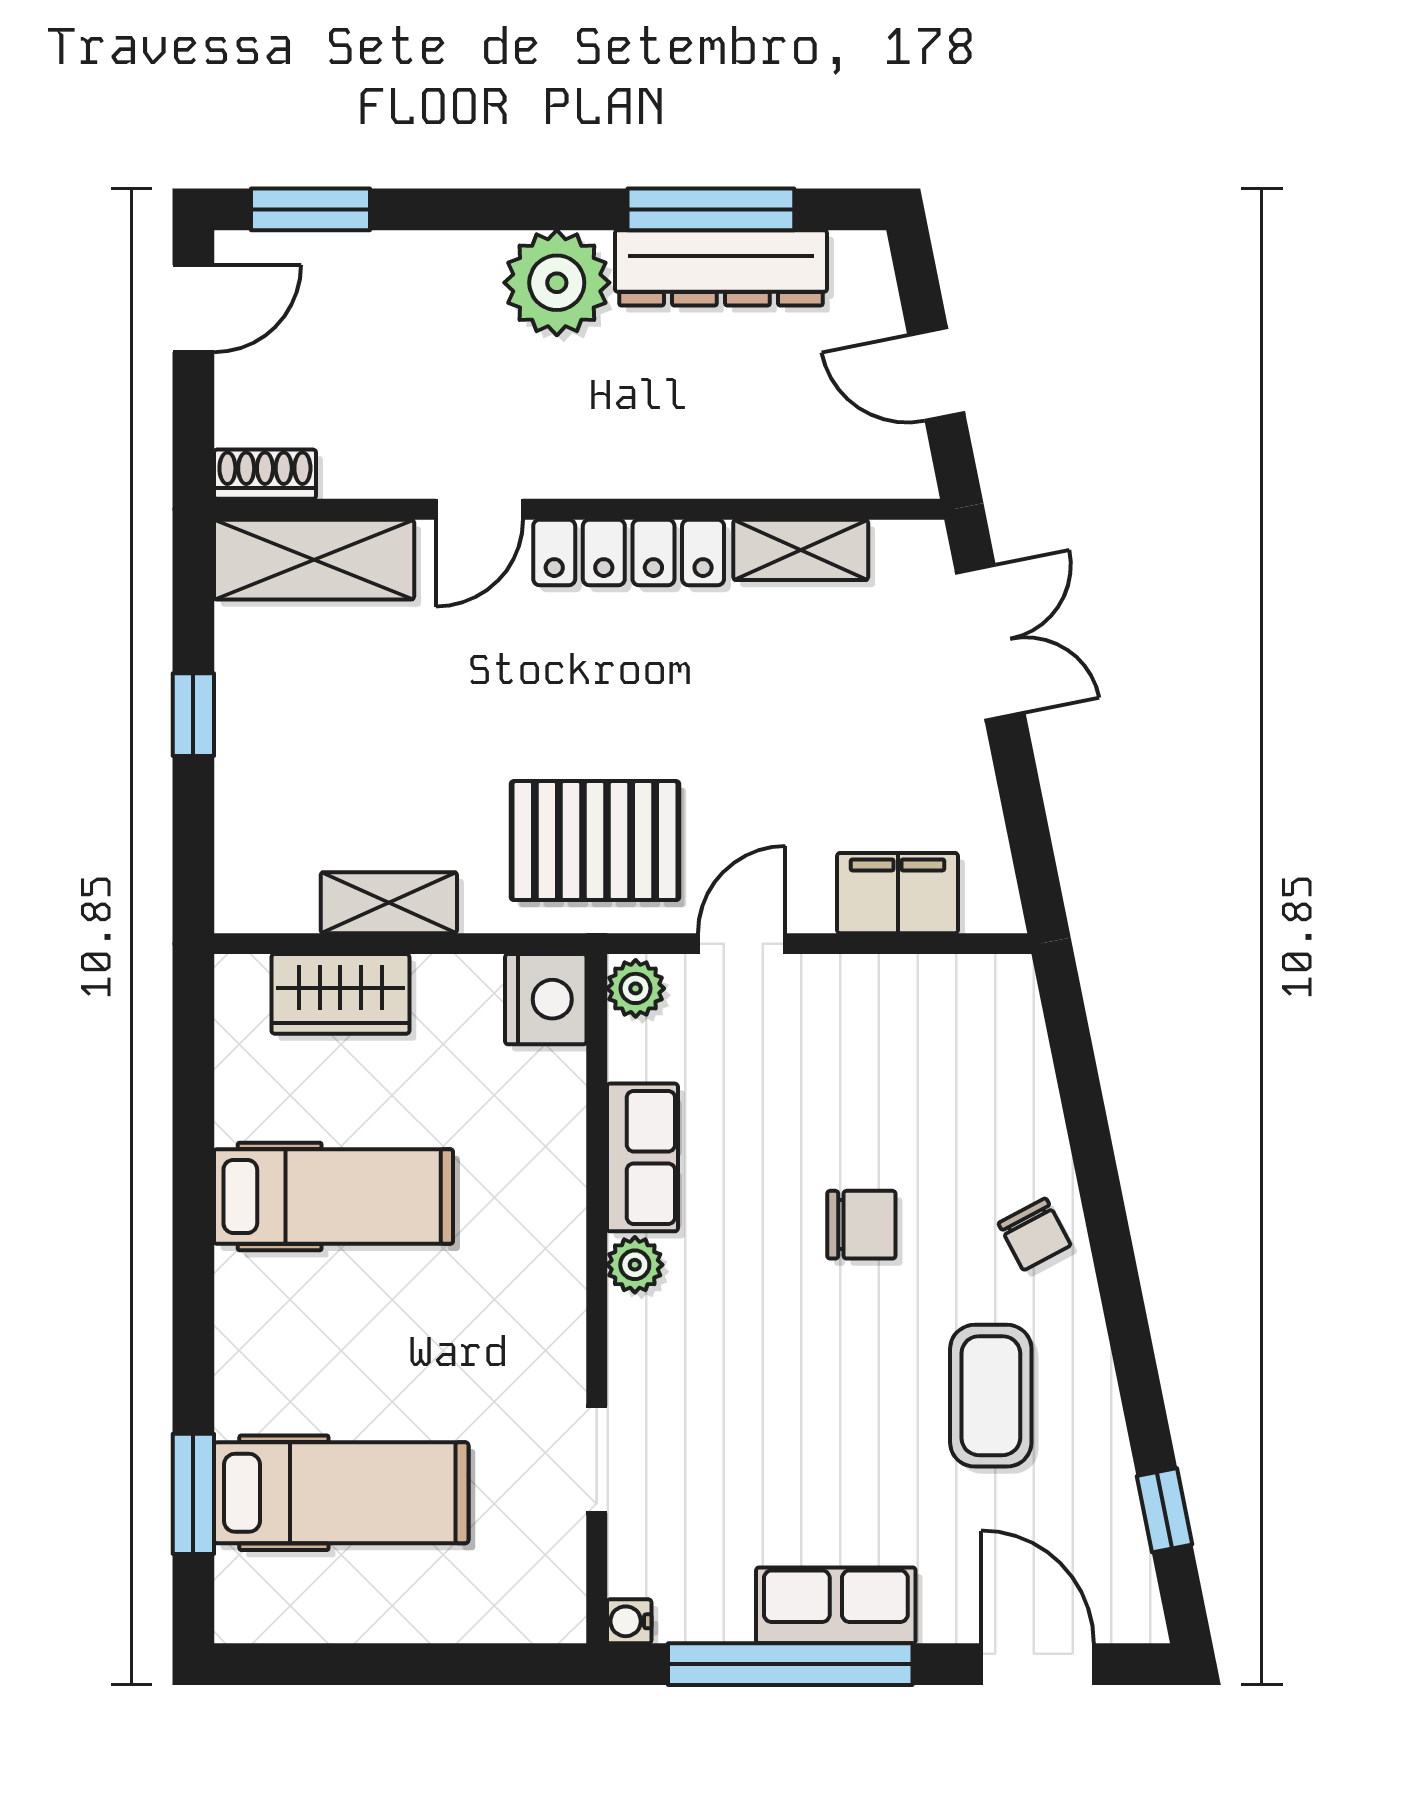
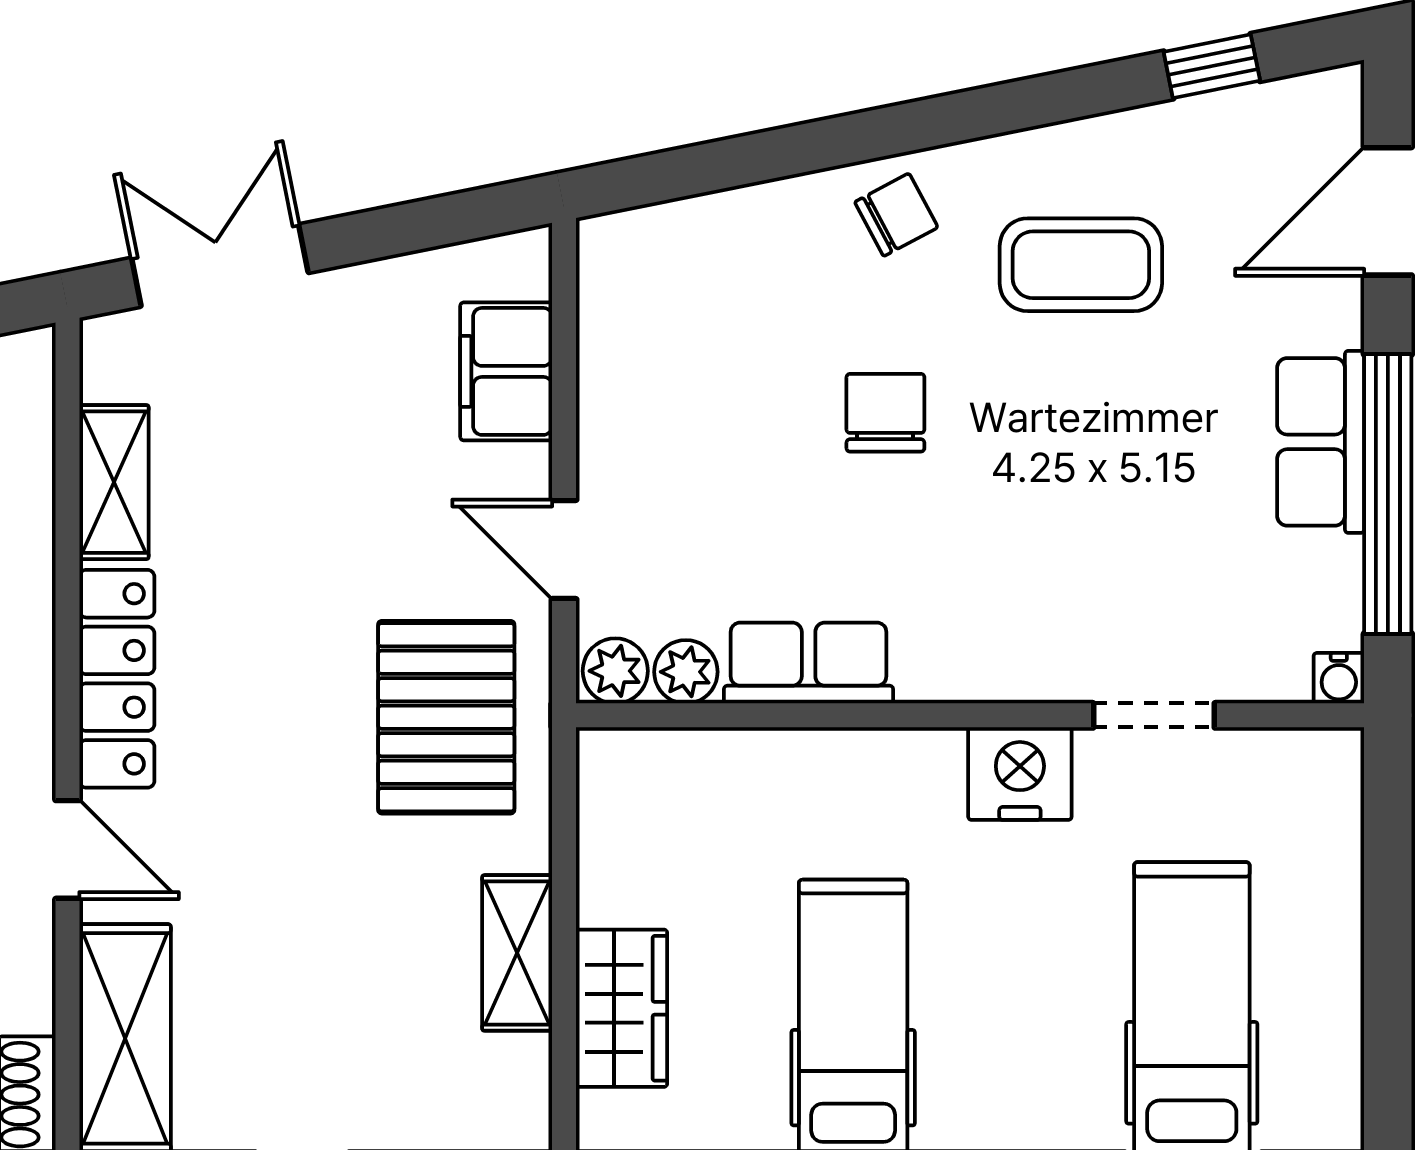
nightstand: (546, 999) -> (1020, 774), moved
plant: (635, 1265) -> (686, 672), moved

